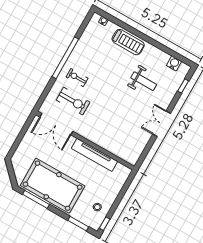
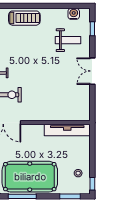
weight bench: (144, 81) -> (68, 40), moved
tv unit: (95, 155) -> (67, 130), moved

